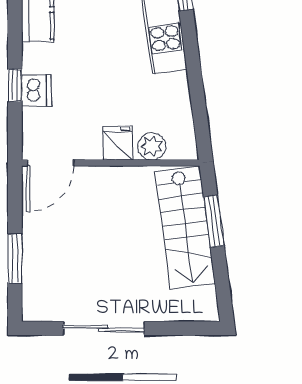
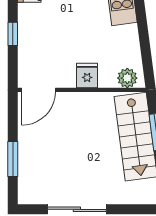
dishwasher: (36, 90) -> (28, 38), removed
plant: (152, 146) -> (127, 78), moved

